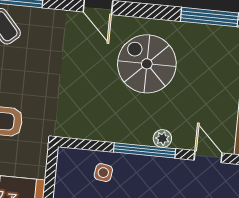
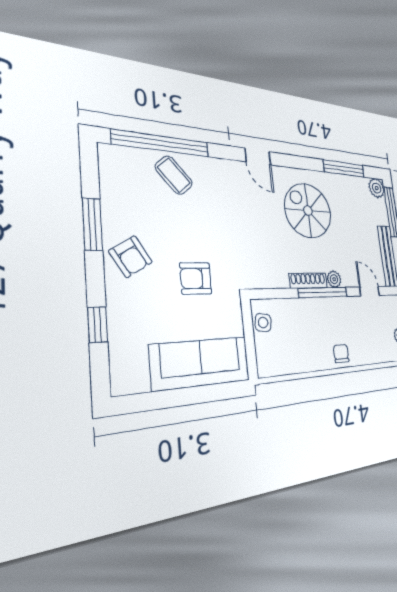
shoe rack: (129, 136) -> (308, 281), added
side table: (103, 173) -> (263, 323), moved

